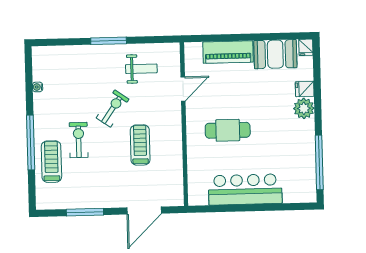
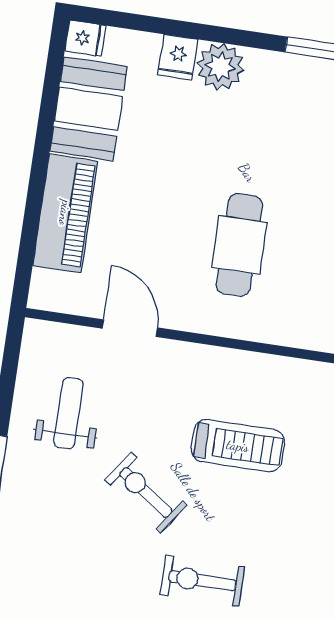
treadmill: (140, 145) -> (238, 446), turned 180

